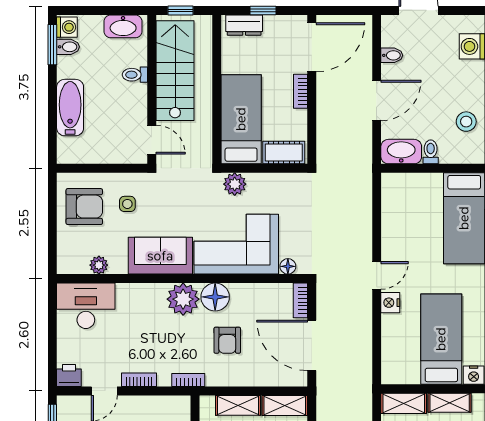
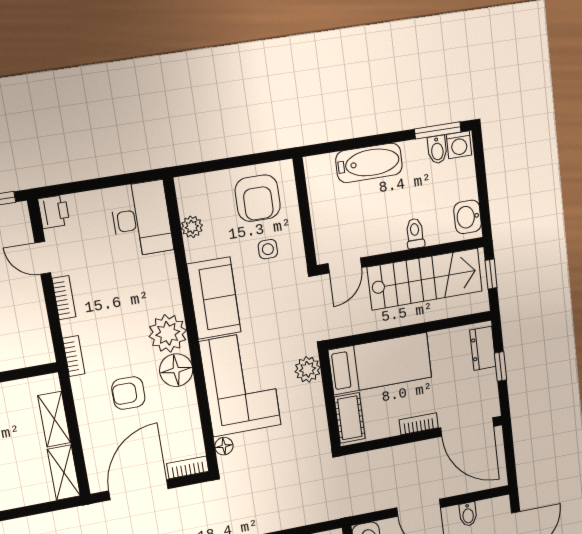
washbasin: (123, 26) -> (468, 217), width x0.72

